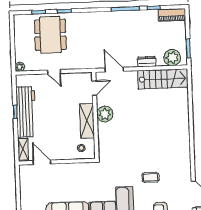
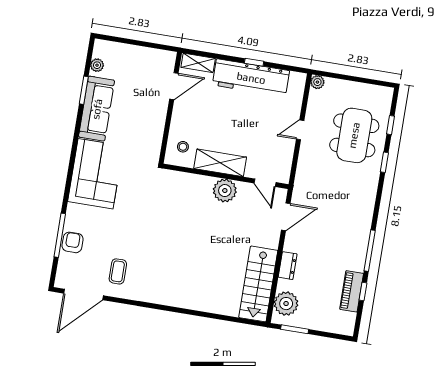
piano: (172, 15) -> (352, 291), moved
dining table: (50, 35) -> (354, 135), turned 90
coffee table: (150, 177) -> (118, 271), moved

